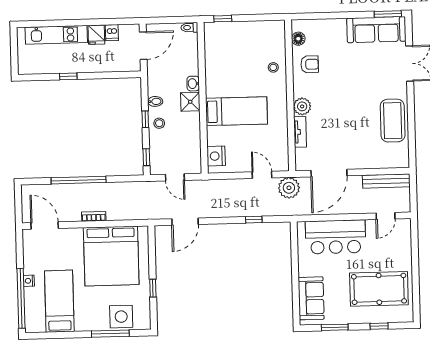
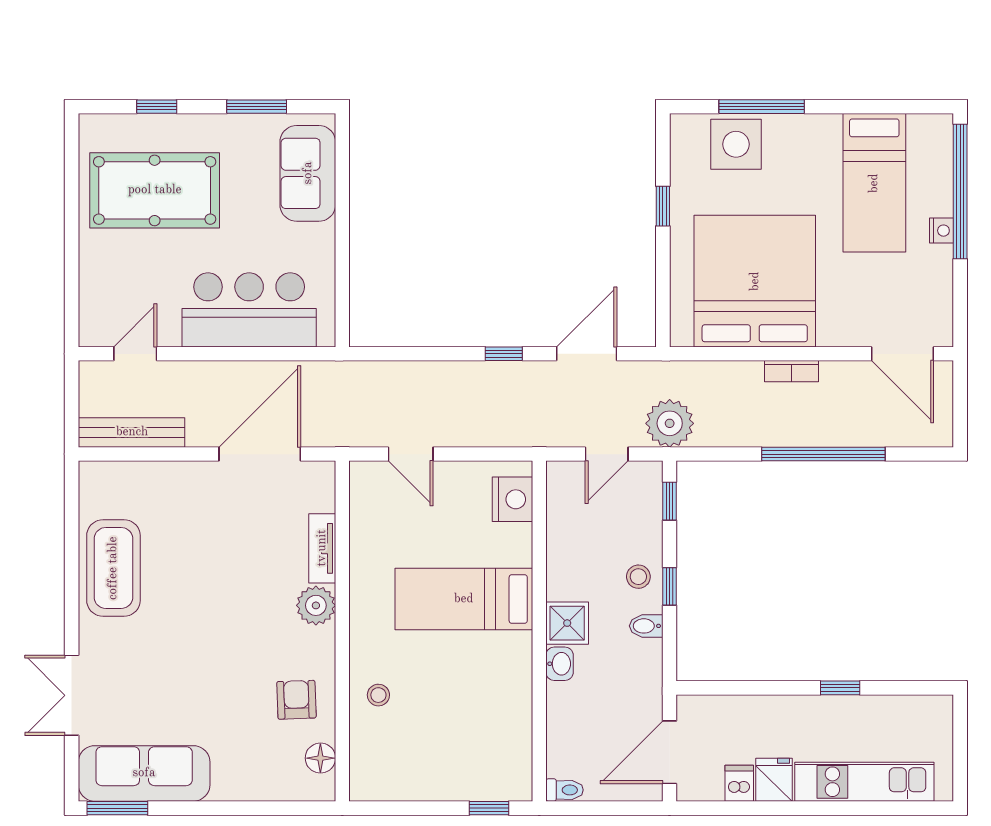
armchair: (310, 64) -> (296, 700), turned 88
door: (175, 177) -> (607, 454), swing flipped
plant: (289, 188) -> (670, 423), moved
window: (254, 220) -> (504, 354), moved

